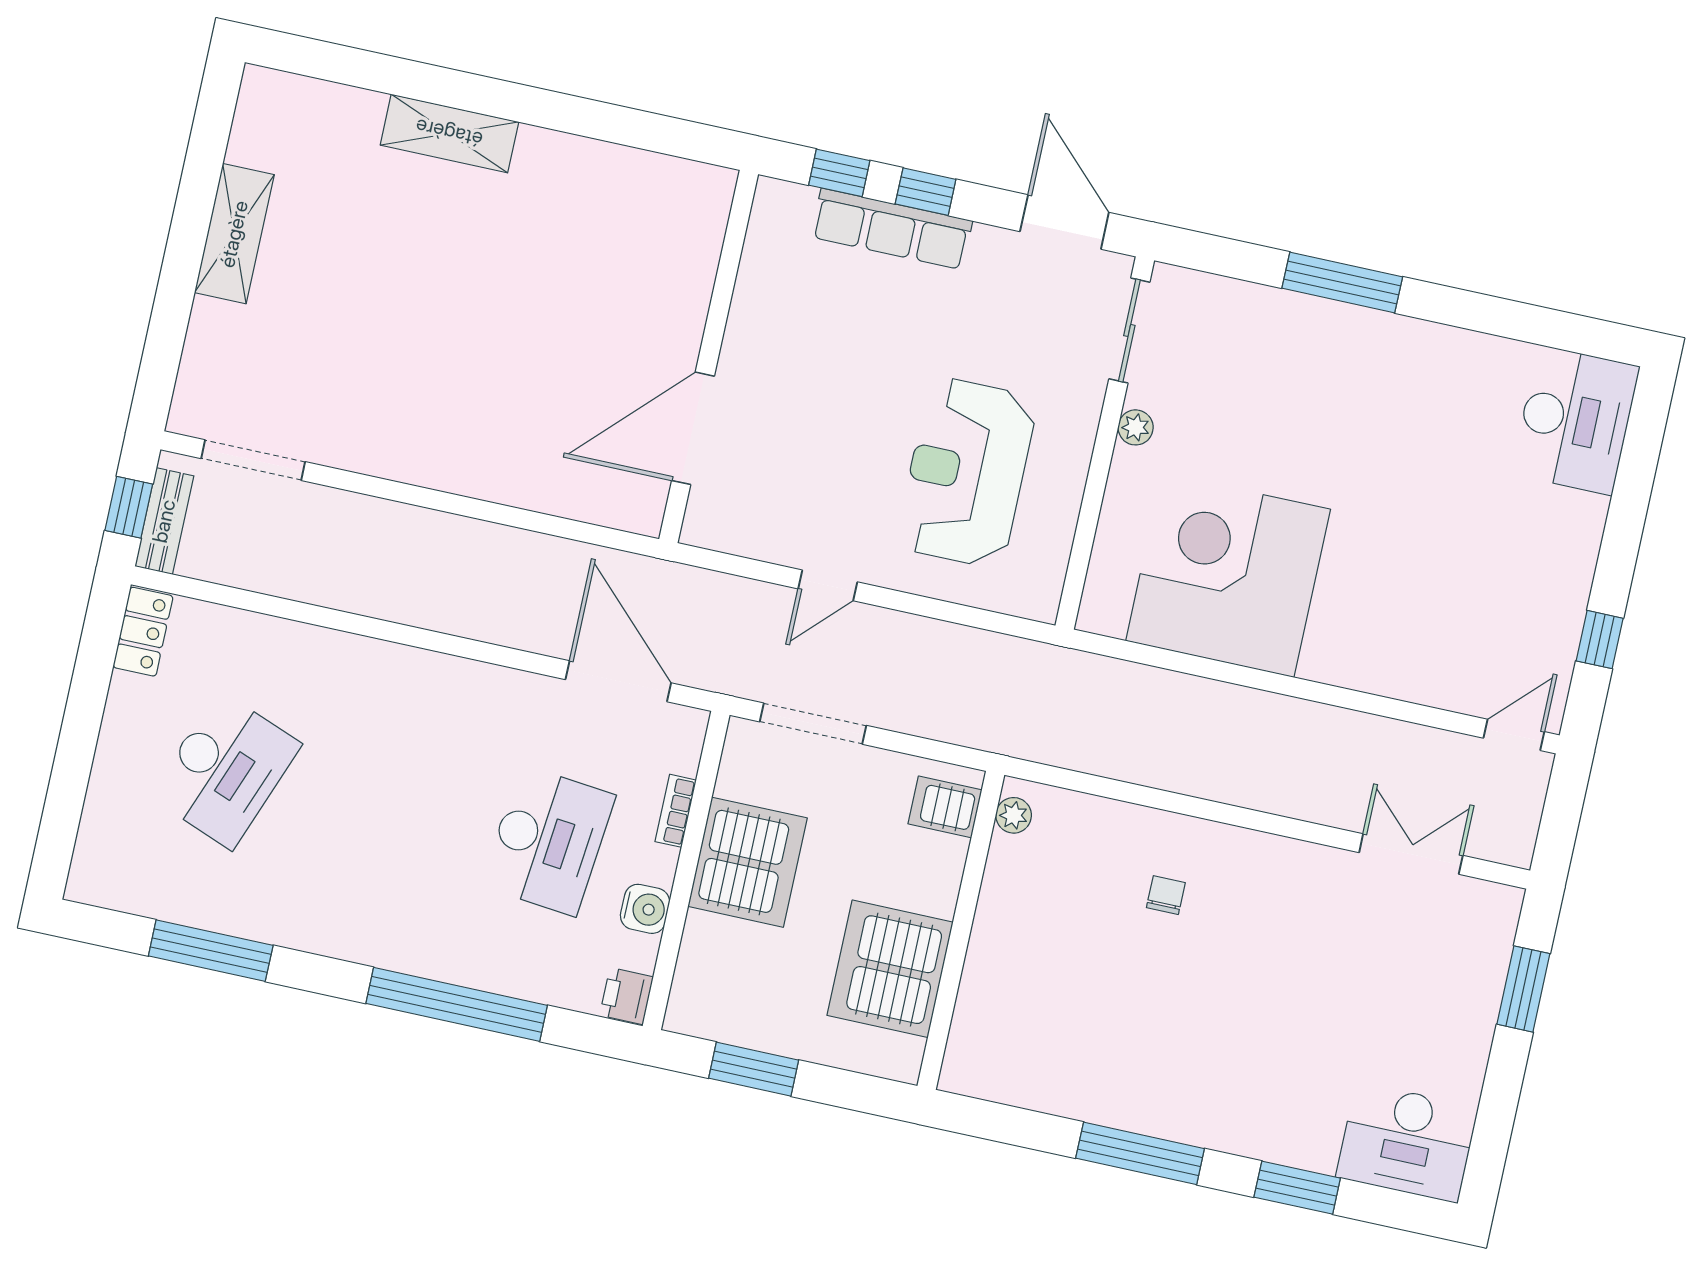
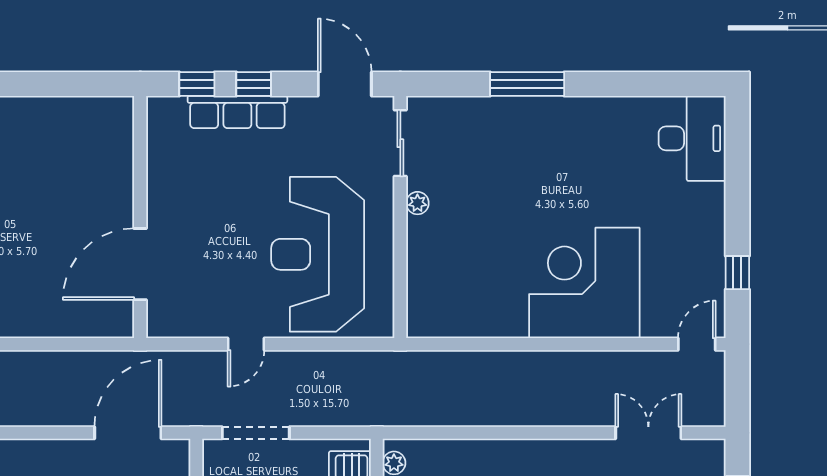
reception desk: (967, 472) -> (318, 254), width x1.36, depth x1.30
corner desk: (1228, 575) -> (584, 283), moved
door: (618, 681) -> (128, 433), hinge flipped

